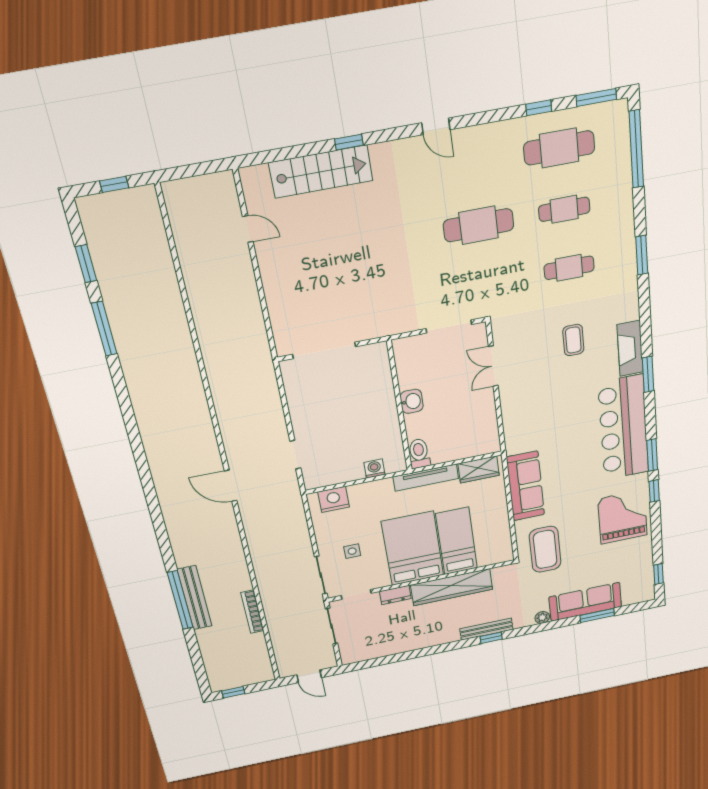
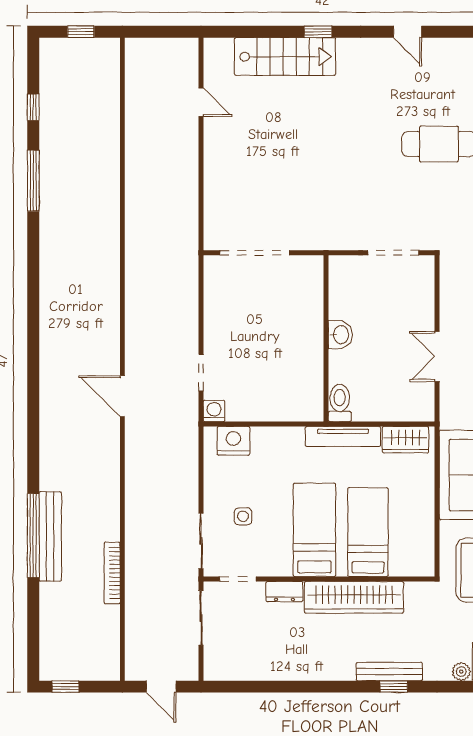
window: (86, 264) -> (33, 107), width x0.67
double door: (493, 366) -> (437, 356), moved
washing machine: (374, 469) -> (214, 411), moved
bed: (413, 548) -> (314, 530), width x0.67

